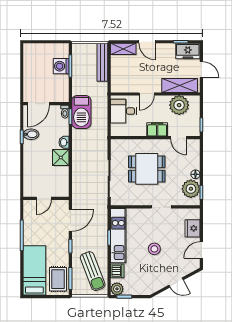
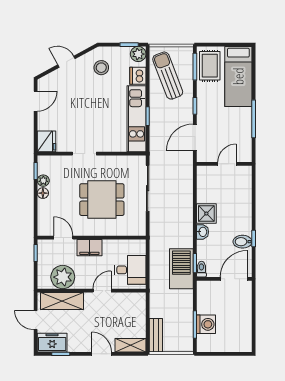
bench: (102, 62) -> (156, 335), width x0.73
plant: (191, 189) -> (43, 181), width x0.53, depth x0.53
fridge: (192, 228) -> (46, 141), moved
stool: (154, 249) -> (101, 68), moved

